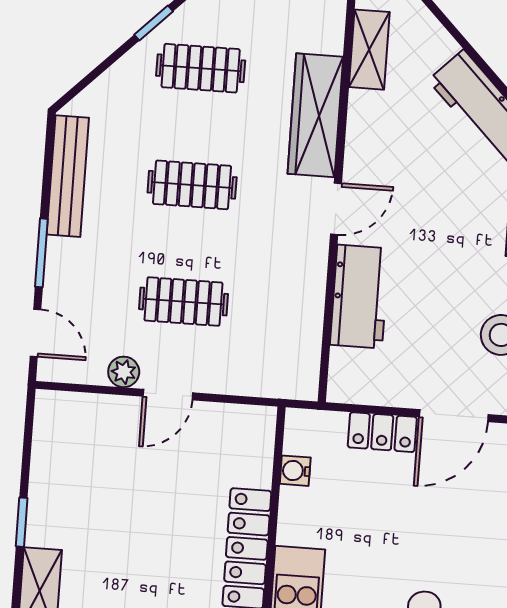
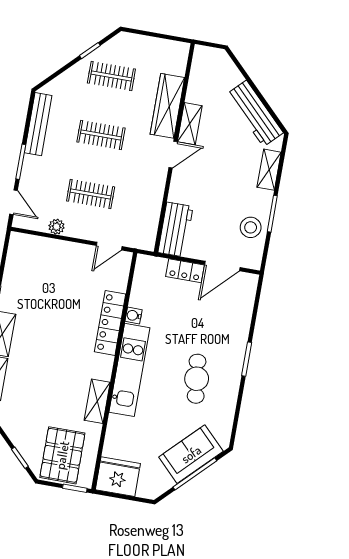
shelving: (369, 50) -> (190, 124), moved
workbench: (360, 297) -> (175, 229), moved
door: (168, 395) -> (109, 246), moved
water cooler: (295, 471) -> (134, 315), moved

